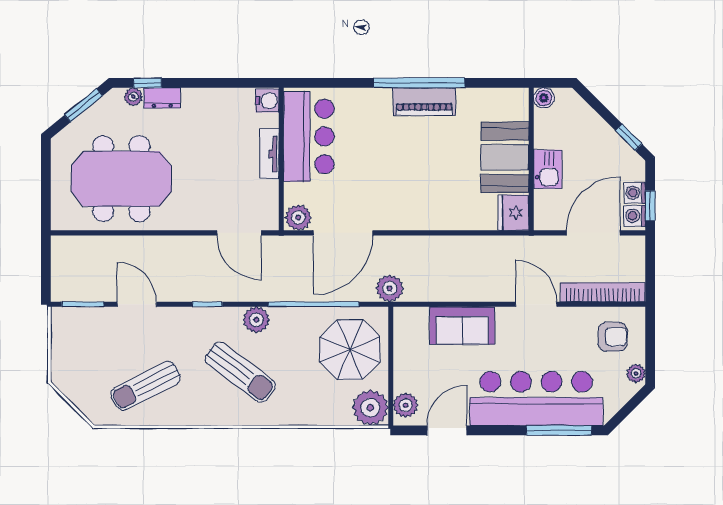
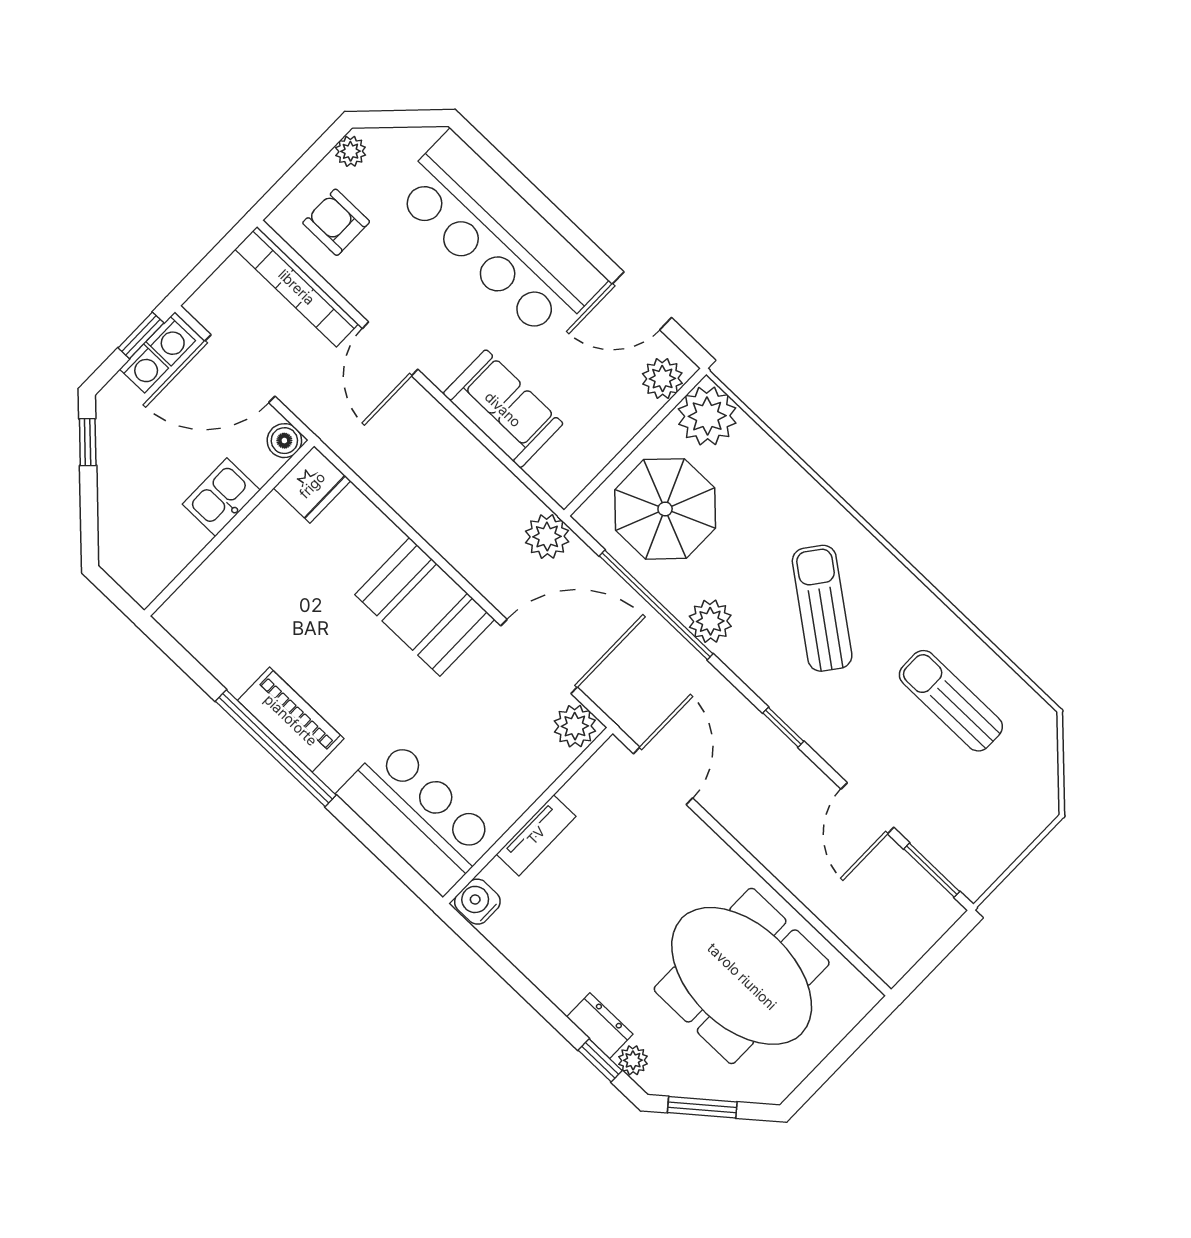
boiler: (544, 98) -> (284, 441), moved
bar counter: (309, 136) -> (418, 816), moved, turned 90
booth: (505, 157) -> (425, 607), moved, turned 90
plant: (256, 320) -> (710, 621), moved
sun lounger: (146, 386) -> (951, 701), turned -153
window: (559, 430) -> (508, 172), removed

